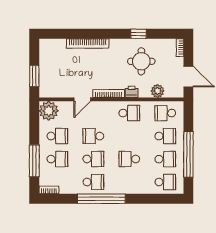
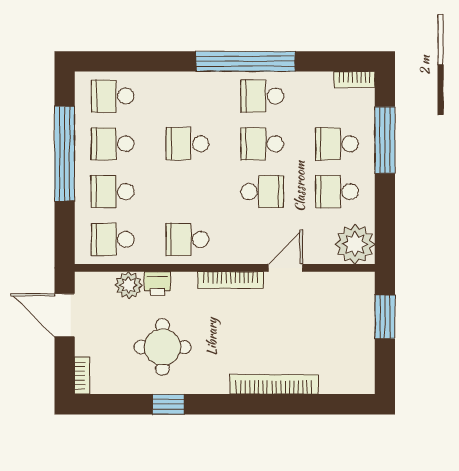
printer: (132, 92) -> (157, 284), moved
school desk: (165, 113) -> (113, 239), turned 180
school desk: (129, 159) -> (187, 144), turned 180

